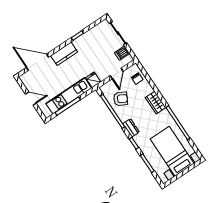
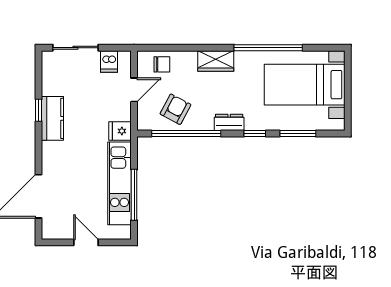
kitchen counter: (64, 54) -> (52, 118), moved
door: (117, 74) -> (134, 90), hinge flipped
door: (31, 99) -> (86, 242), hinge flipped

